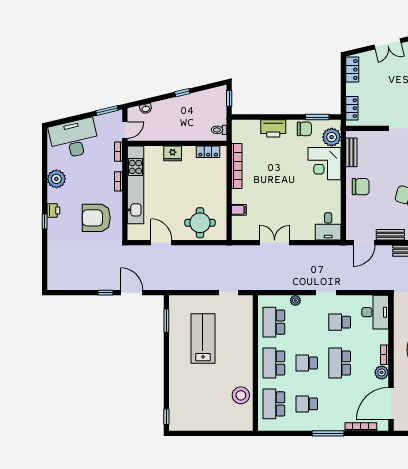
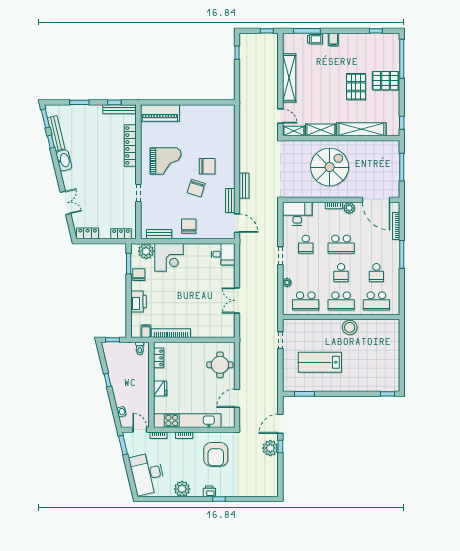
filing cabinet: (239, 210) -> (146, 331), moved
plant: (104, 281) -> (270, 448), added
stool: (241, 395) -> (350, 327), moved

